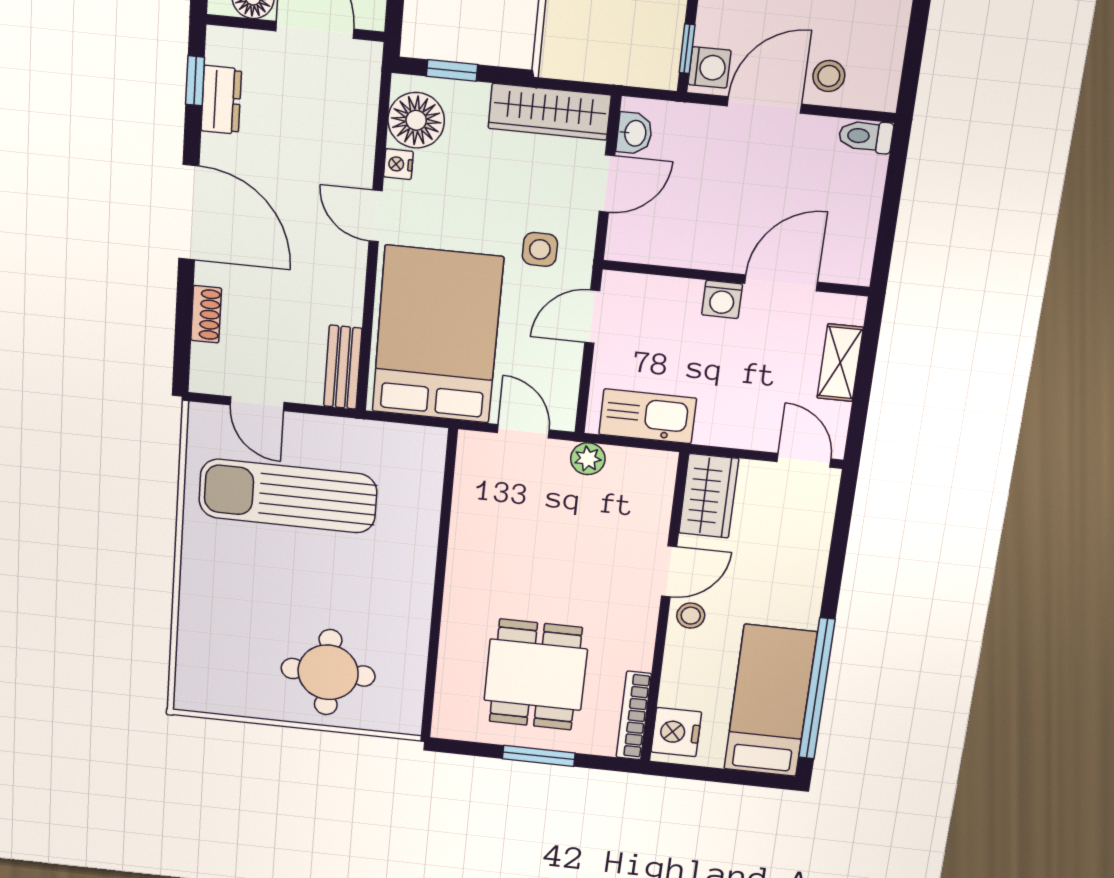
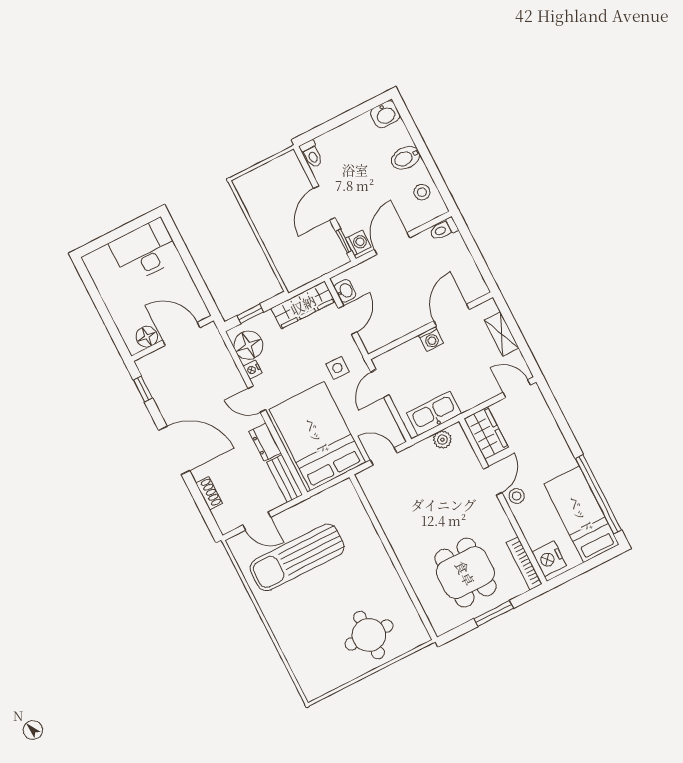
stool: (829, 76) -> (422, 192), moved
dresser: (221, 100) -> (265, 442), moved, turned 180
plant: (588, 459) -> (442, 440), moved

